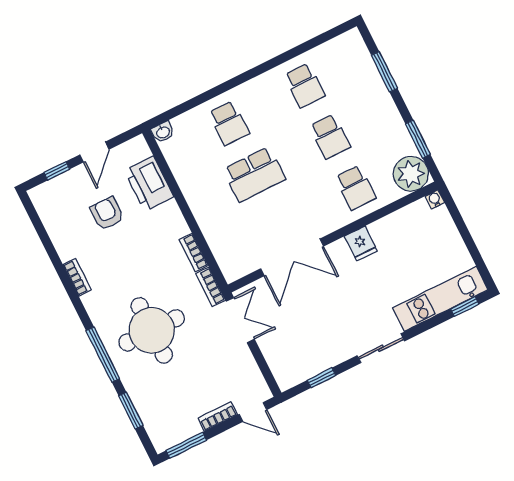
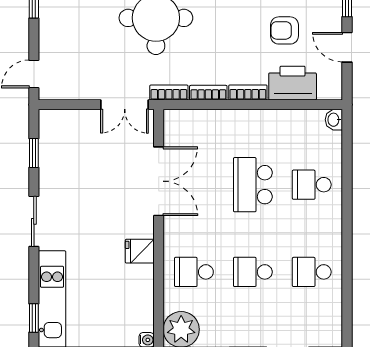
armchair: (107, 213) -> (284, 30), turned 180
double door: (292, 257) -> (159, 181), swing flipped
bookcase: (218, 416) -> (248, 92), moved, turned -90

